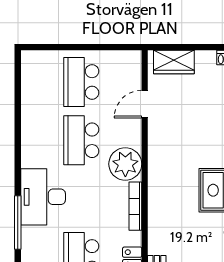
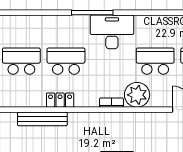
bookcase: (135, 206) -> (111, 103), width x0.64

